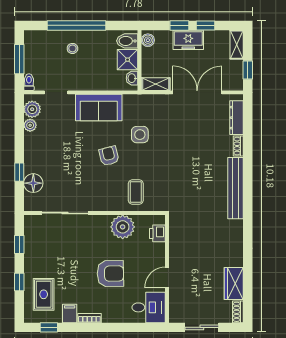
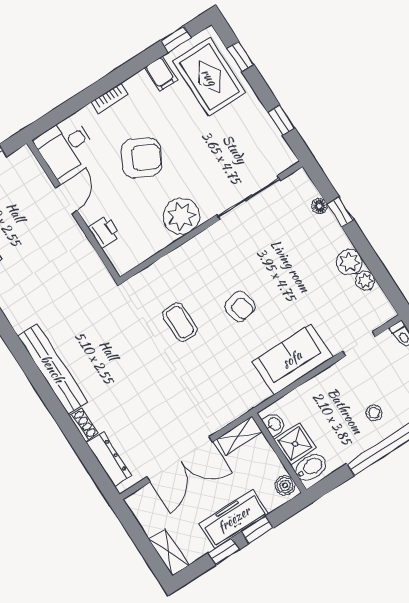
freezer: (188, 40) -> (234, 519), width x1.40
window: (248, 70) -> (134, 529), removed
plant: (32, 109) -> (349, 262), moved
side table: (140, 135) -> (218, 359), removed
floor lamp: (33, 183) -> (319, 206), width x0.53, depth x0.53
coffee table: (136, 192) -> (180, 322), moved
plant: (123, 227) -> (181, 216), moved
printer: (157, 233) -> (104, 232), moved
armchair: (110, 274) -> (142, 158), turned -151
window: (19, 282) -> (240, 56), moved
rug: (44, 294) -> (209, 77), width x1.36, depth x1.43
bookcase: (89, 318) -> (109, 98), moved

